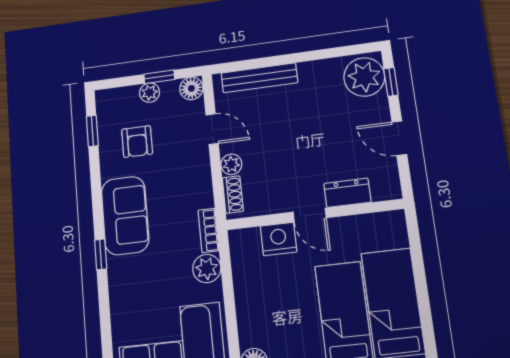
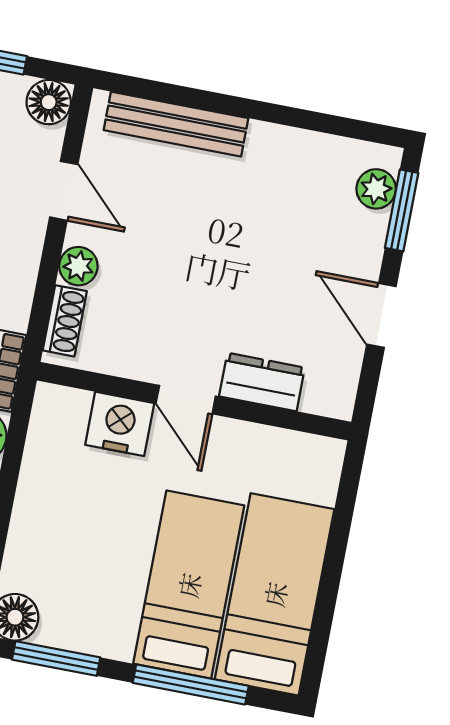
plant: (364, 77) -> (376, 189), width x0.53, depth x0.53
window: (391, 82) -> (402, 210), width x1.50

